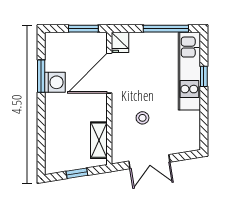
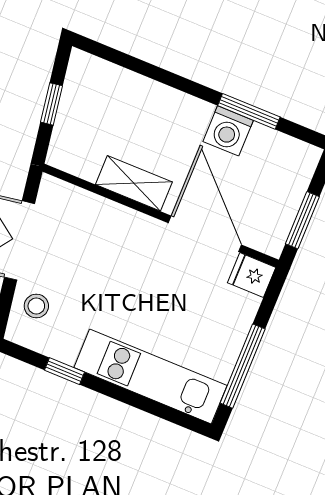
window: (204, 76) -> (65, 371), moved
stool: (142, 118) -> (36, 306), moved
shelving: (99, 140) -> (134, 183), moved

